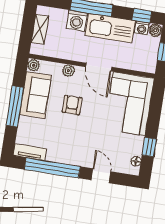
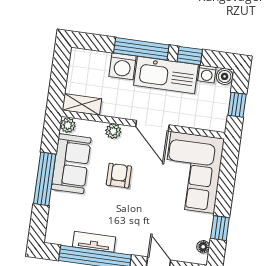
window: (142, 16) -> (190, 56), moved
shelving: (40, 29) -> (82, 104), moved, turned 90
tv unit: (30, 152) -> (94, 242), moved

